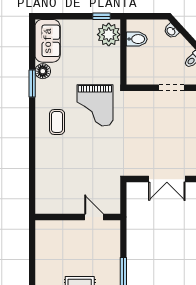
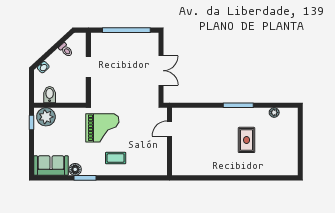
wall: (78, 217) -> (169, 142), moved
door: (94, 217) -> (169, 129), moved

